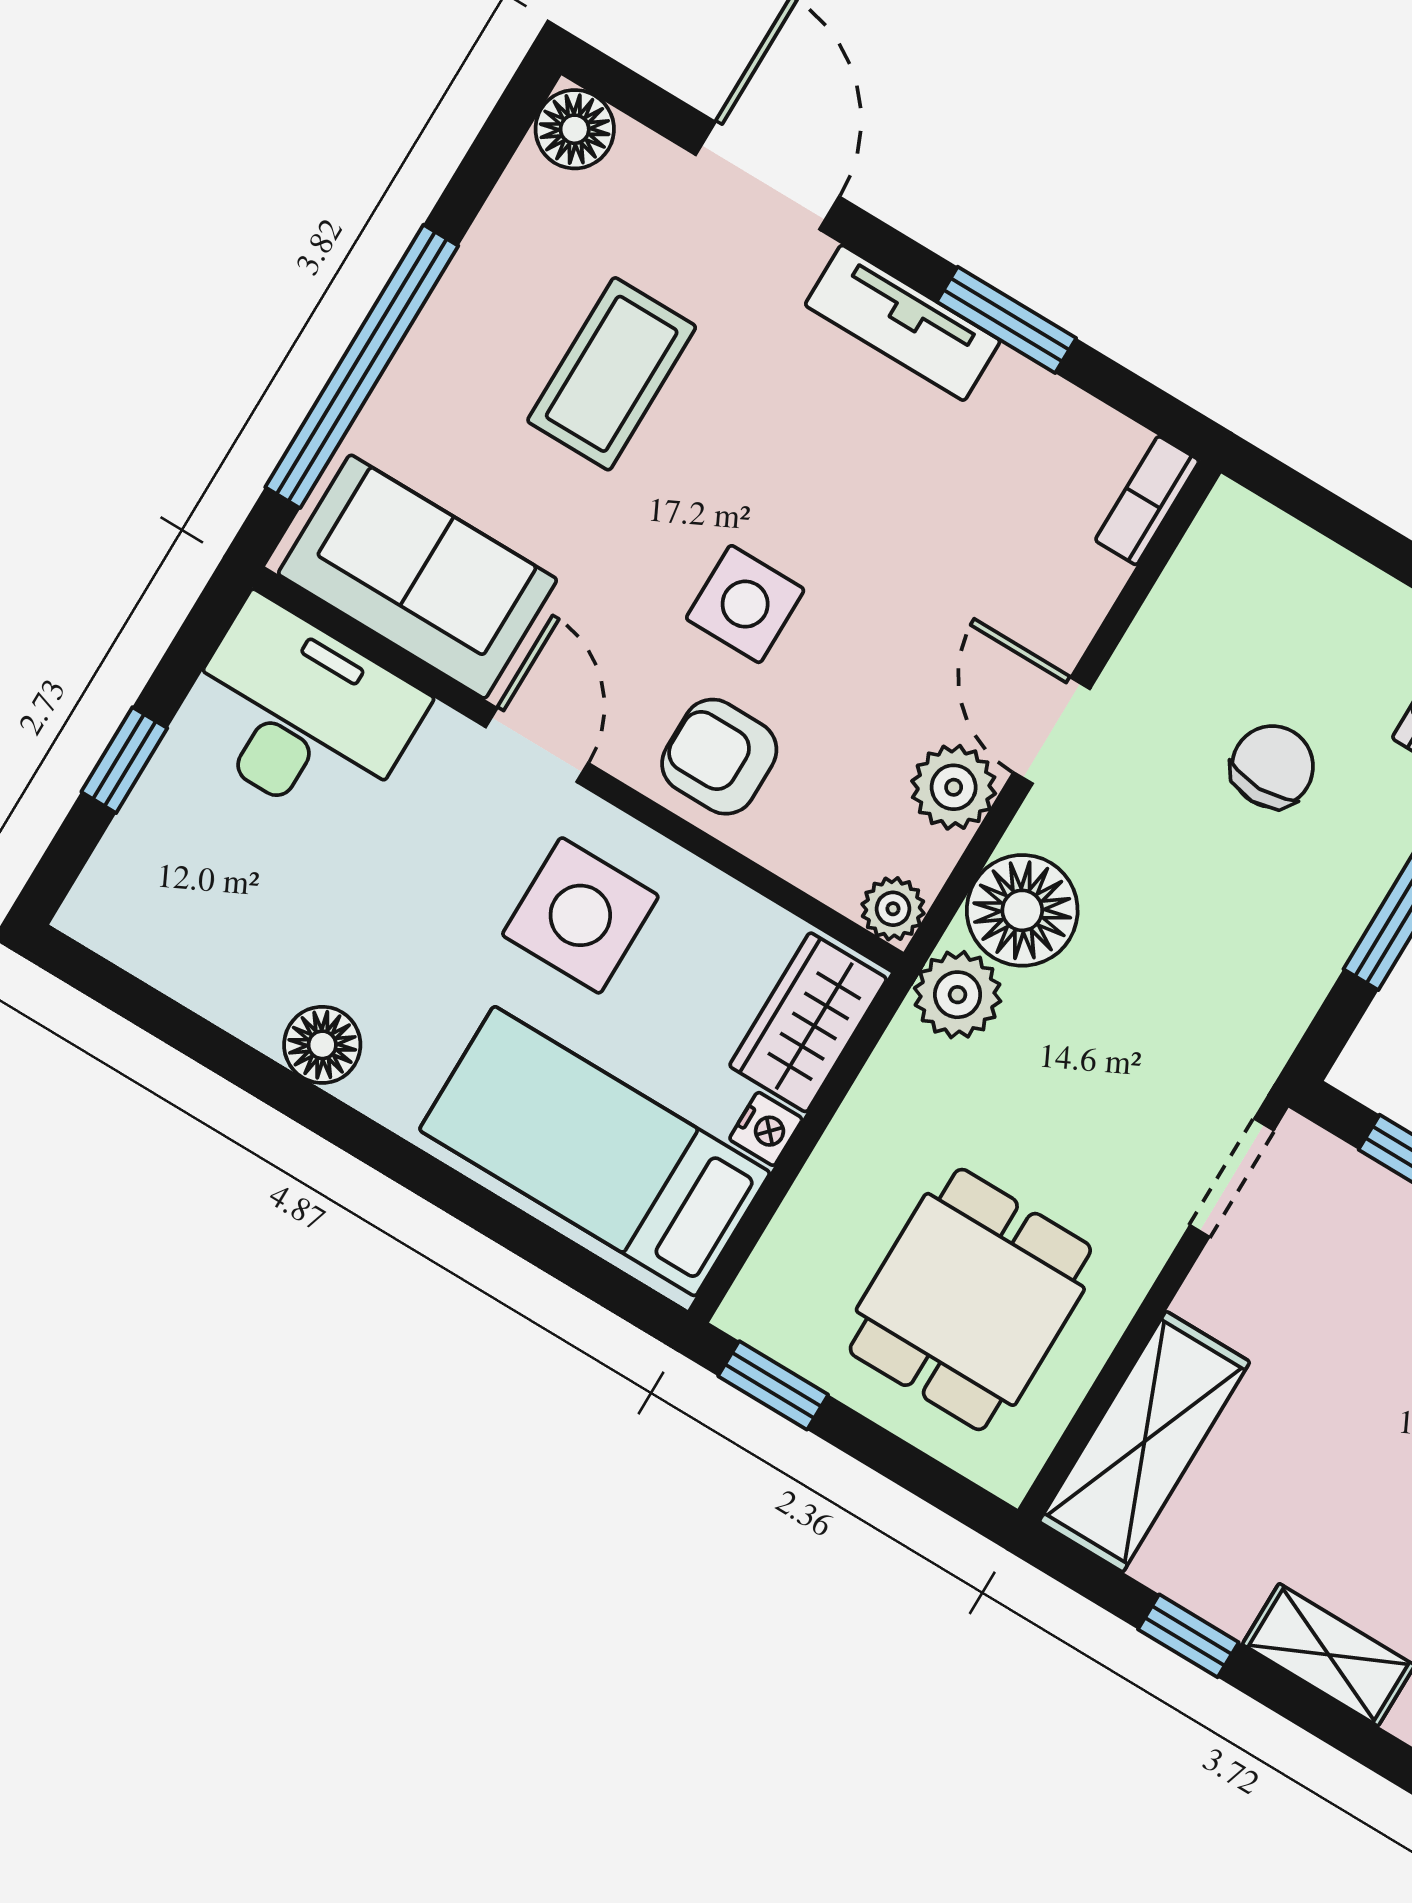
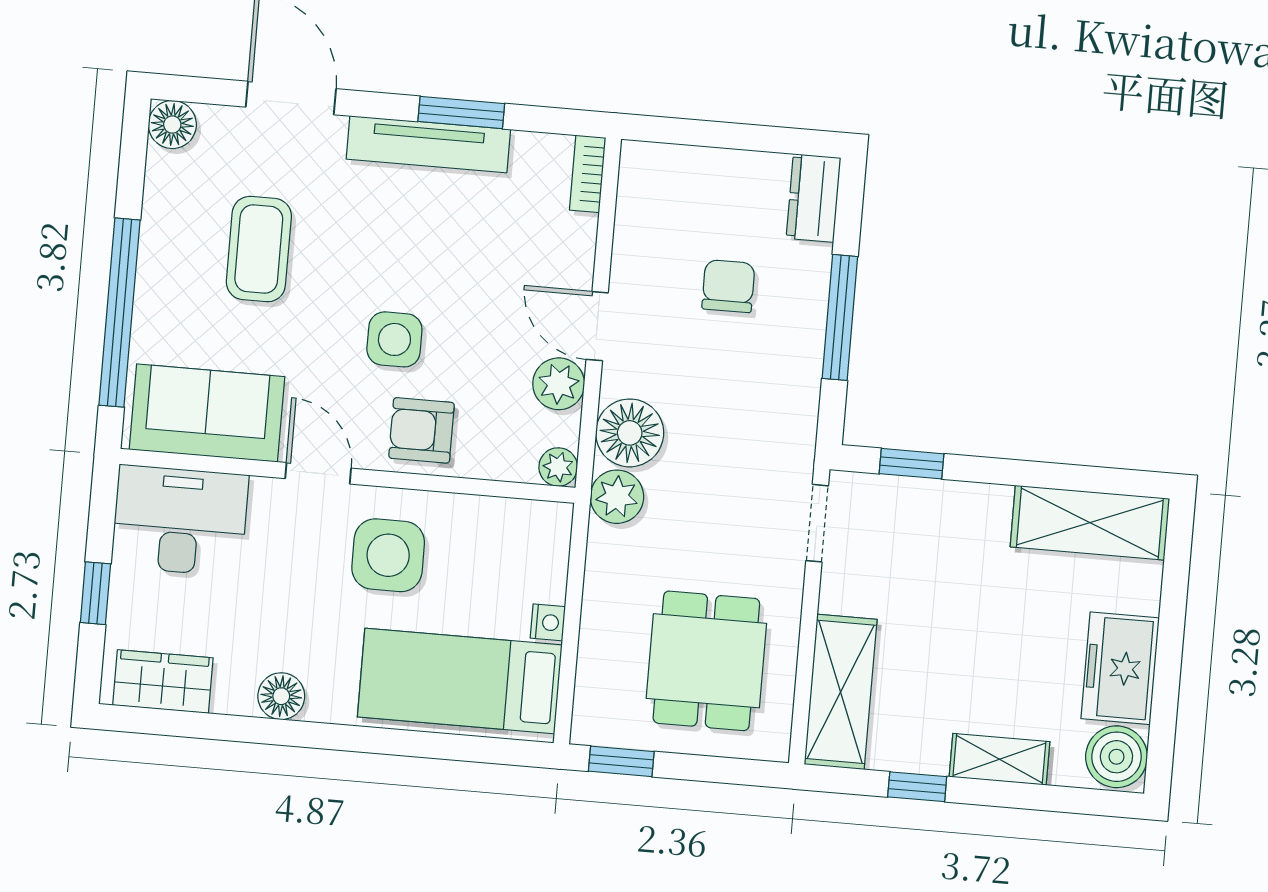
tv unit: (903, 323) -> (428, 144), width x1.41
wardrobe: (808, 1022) -> (163, 682), moved, turned 90

